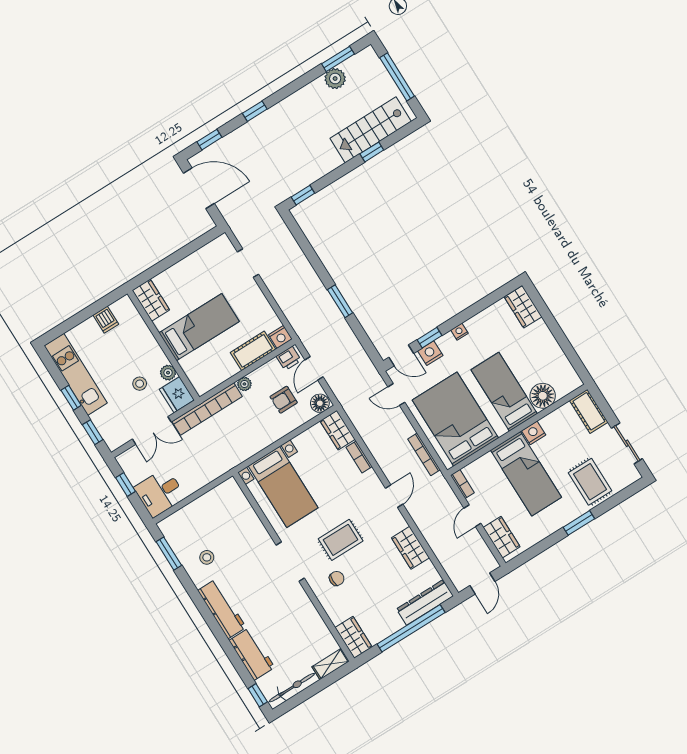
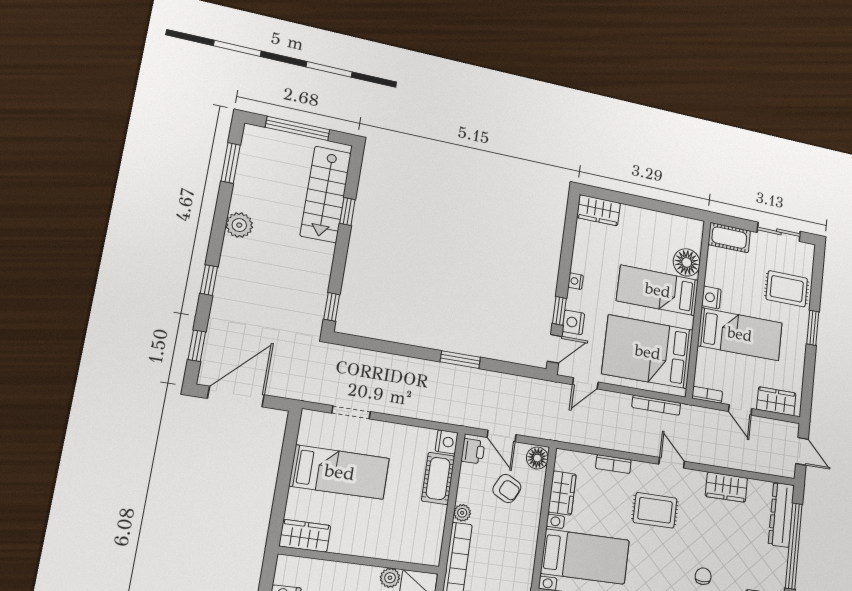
plant: (335, 79) -> (239, 225), moved
bed: (199, 327) -> (340, 472), moved, turned 90
armchair: (284, 400) -> (507, 488), turned -63
wardrobe: (338, 430) -> (562, 493), moved, turned -90
rug: (341, 540) -> (655, 510), moved, turned 90

